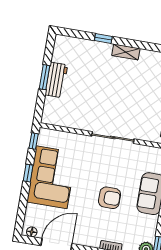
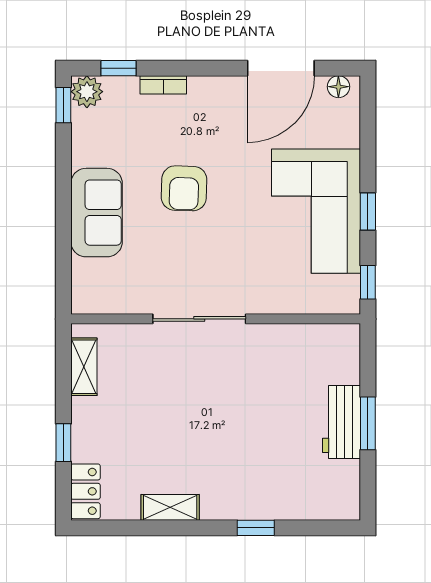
shelving: (126, 52) -> (170, 507), moved
armchair: (110, 198) -> (184, 188), turned -88

